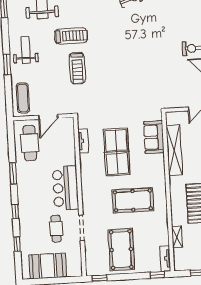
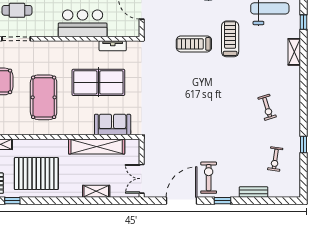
treadmill: (71, 36) -> (230, 39), turned 180
bar counter: (66, 188) -> (83, 23), moved

